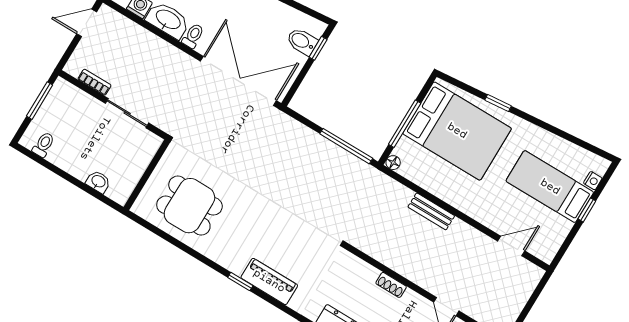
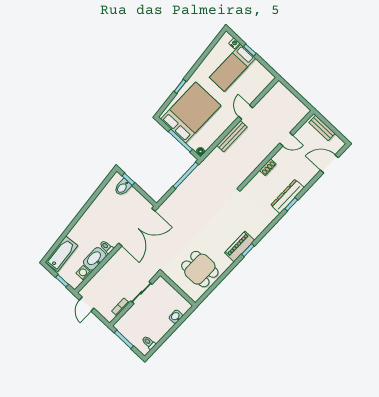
double door: (238, 81) -> (137, 227), swing flipped
dining table: (189, 206) -> (200, 269), turned 90
bench: (431, 211) -> (232, 136), width x1.36
door: (511, 246) -> (246, 112), moved
piano: (269, 281) -> (240, 246), moved

